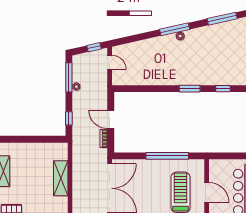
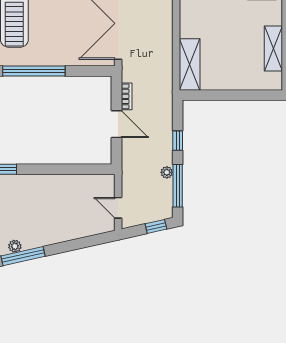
window: (94, 47) -> (156, 226), moved
window: (69, 118) -> (178, 141), moved
shelving: (61, 178) -> (190, 65), moved

